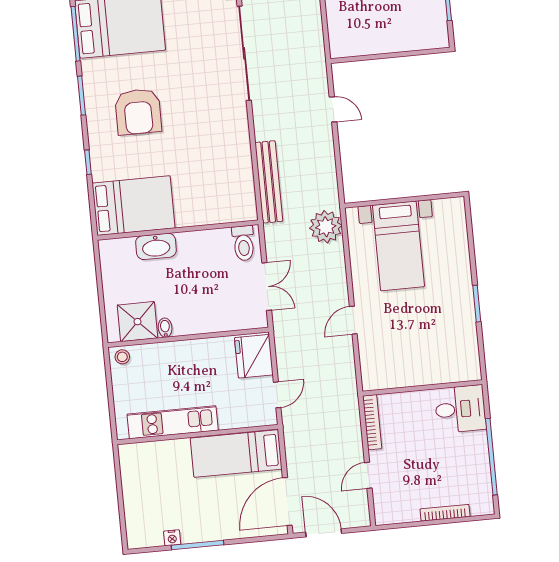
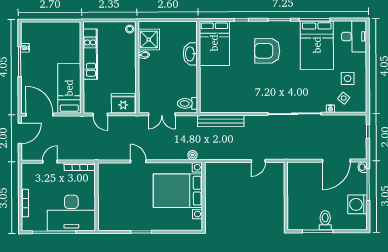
plant: (326, 227) -> (192, 155), width x0.53, depth x0.53
bed with nightstands: (398, 246) -> (178, 191), width x1.36
desk: (460, 409) -> (71, 213), width x1.87, depth x1.30
door: (368, 475) -> (50, 162), hinge flipped

